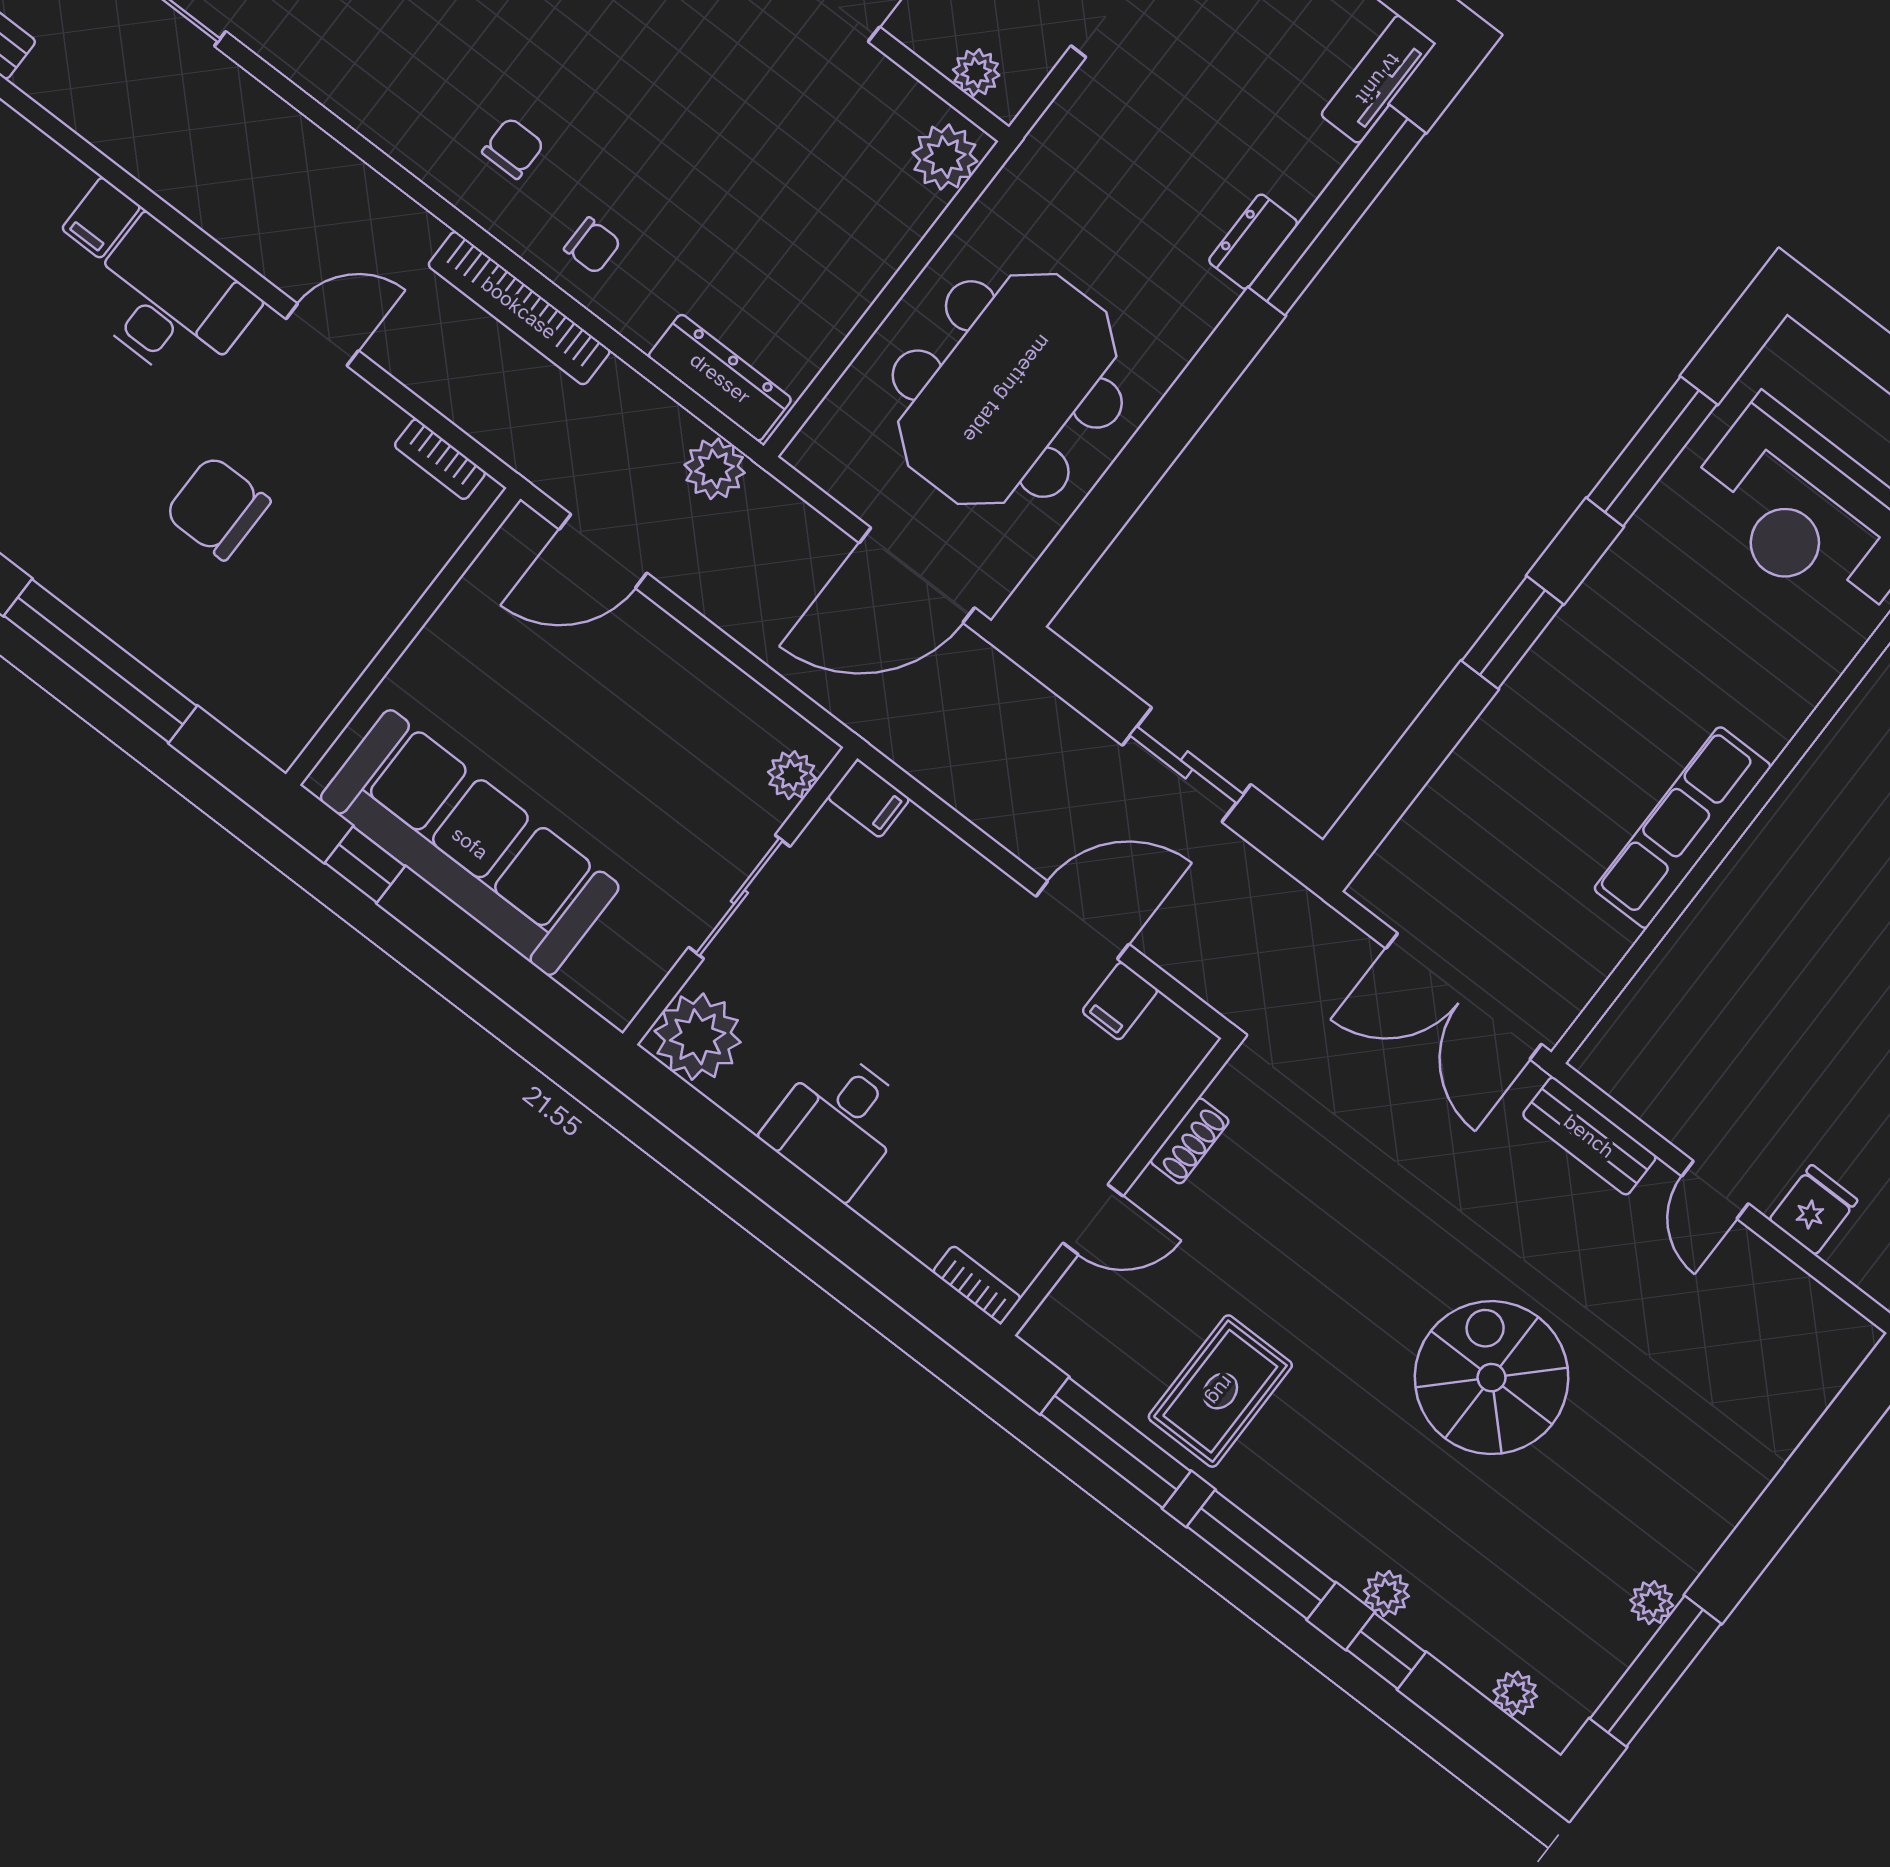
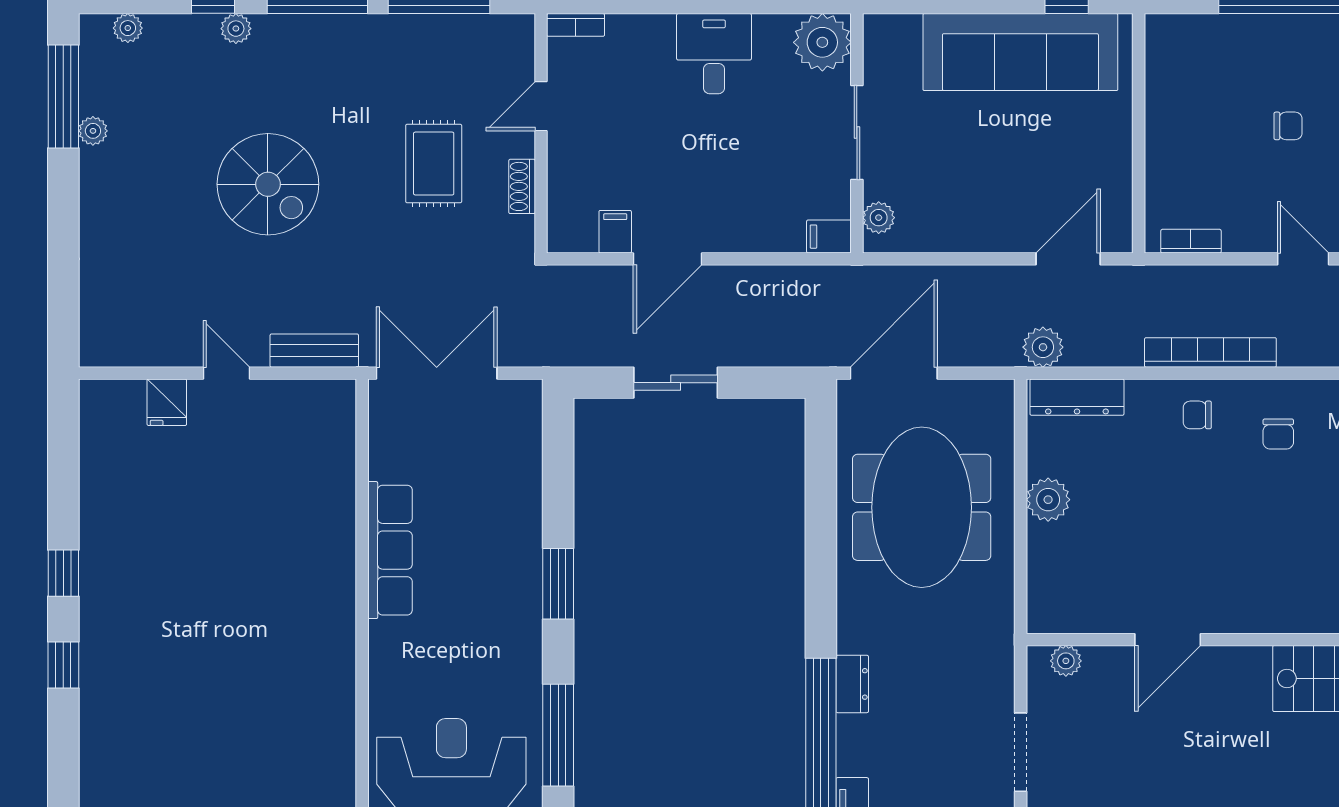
plant: (945, 157) -> (1048, 500), moved
door: (322, 335) -> (1303, 259), swing flipped
chair: (218, 508) -> (1288, 126), width x0.54, depth x0.54
rug: (1220, 1391) -> (434, 164), moved

